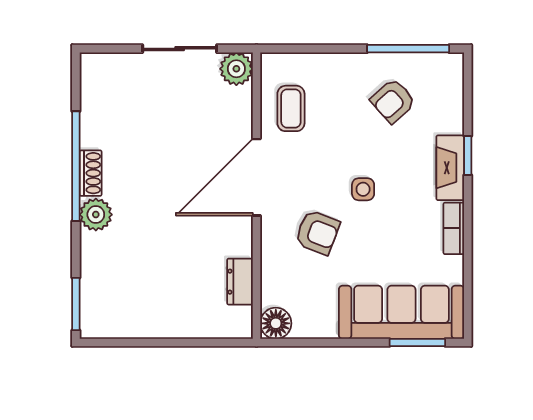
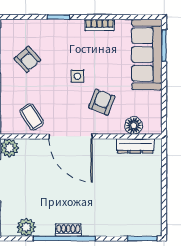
coffee table: (291, 108) -> (32, 117), turned 58
fireplace: (450, 168) -> (65, 27), removed
plant: (96, 215) -> (26, 227), moved
dresser: (240, 282) -> (135, 146), width x1.44
floor lamp: (276, 323) -> (134, 126), moved

